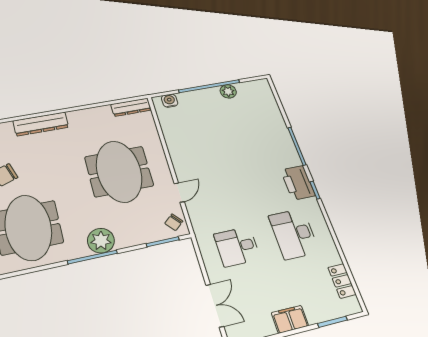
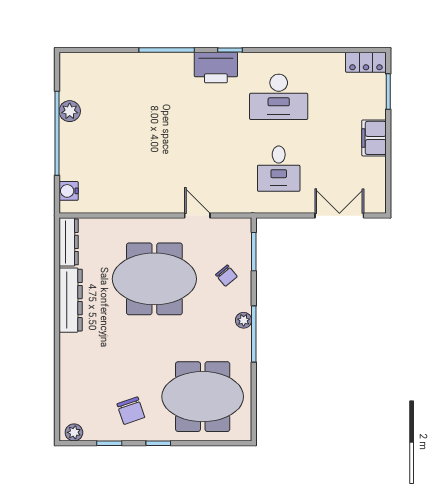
dresser: (41, 124) -> (71, 300), moved
chair: (174, 222) -> (226, 276), moved
plant: (101, 241) -> (244, 320), width x0.53, depth x0.53
locker: (342, 281) -> (366, 62), moved

